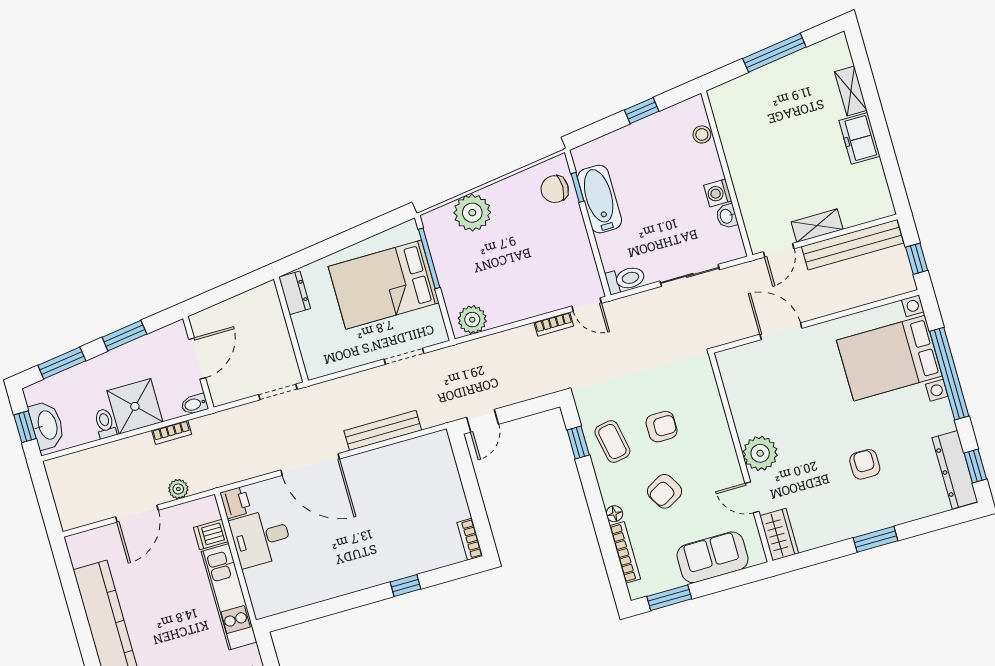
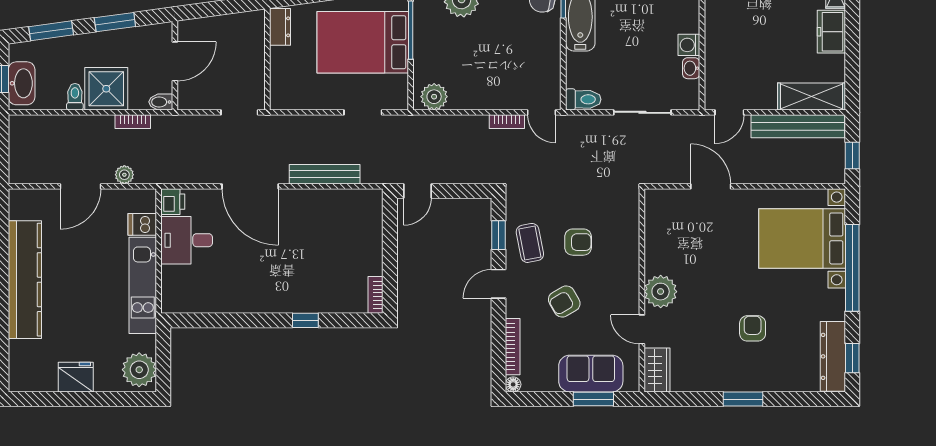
shelving: (817, 226) -> (812, 96), moved, width x1.50, depth x1.33
door: (592, 492) -> (499, 284), added
floor lamp: (614, 514) -> (513, 384), moved
window: (669, 598) -> (593, 399), moved

